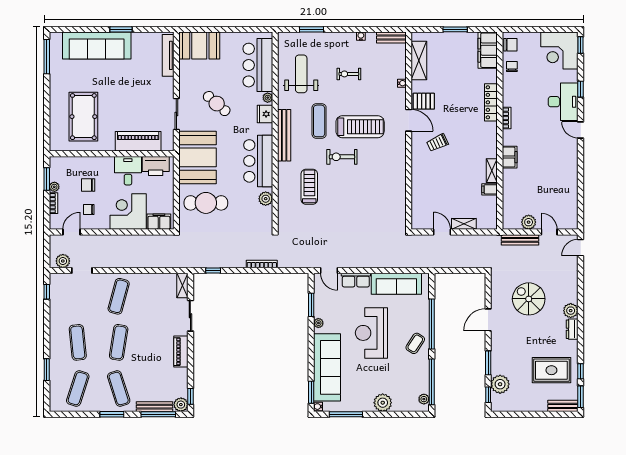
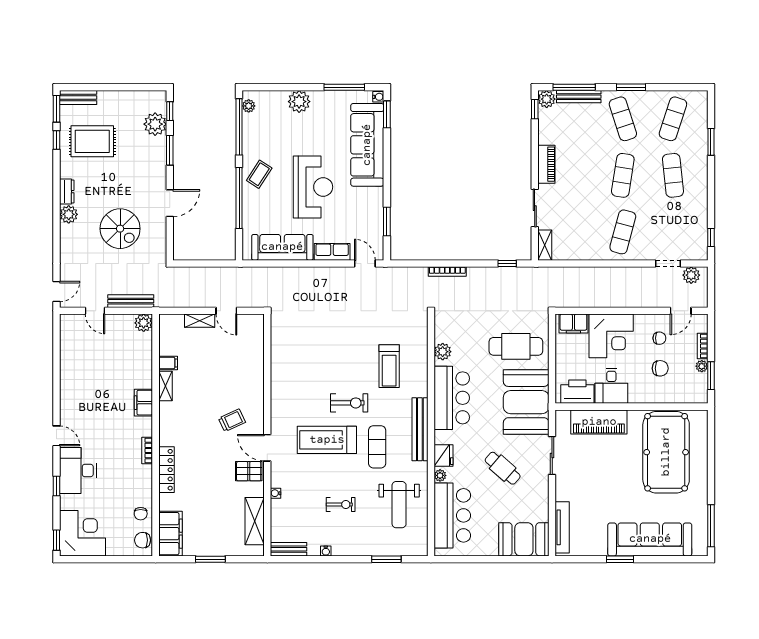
pool table: (83, 117) -> (666, 452), width x1.36, depth x1.32
plant: (529, 222) -> (144, 323), moved
plant: (318, 323) -> (378, 199), removed

